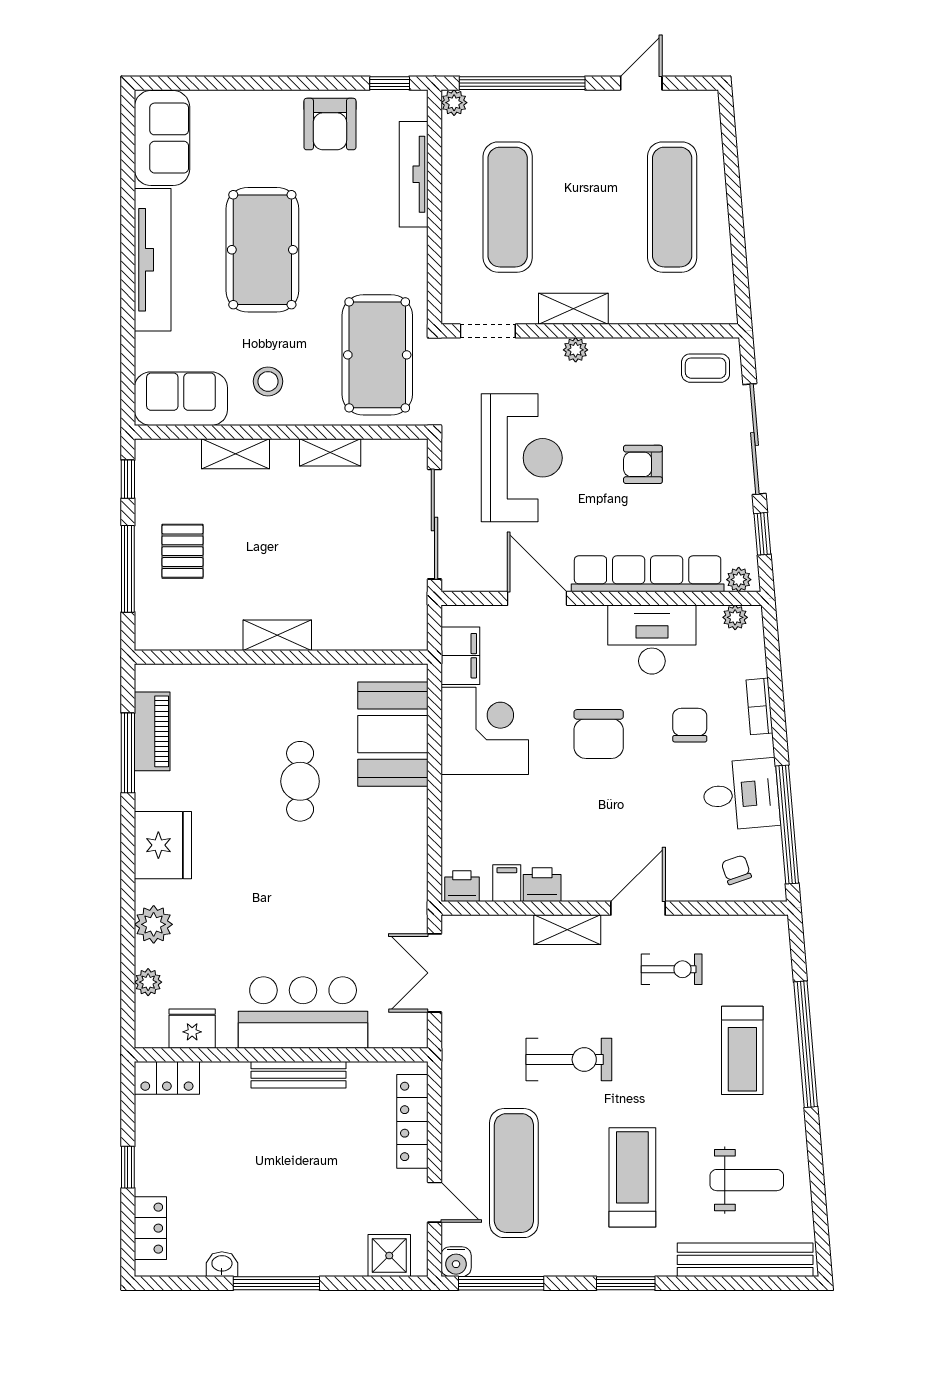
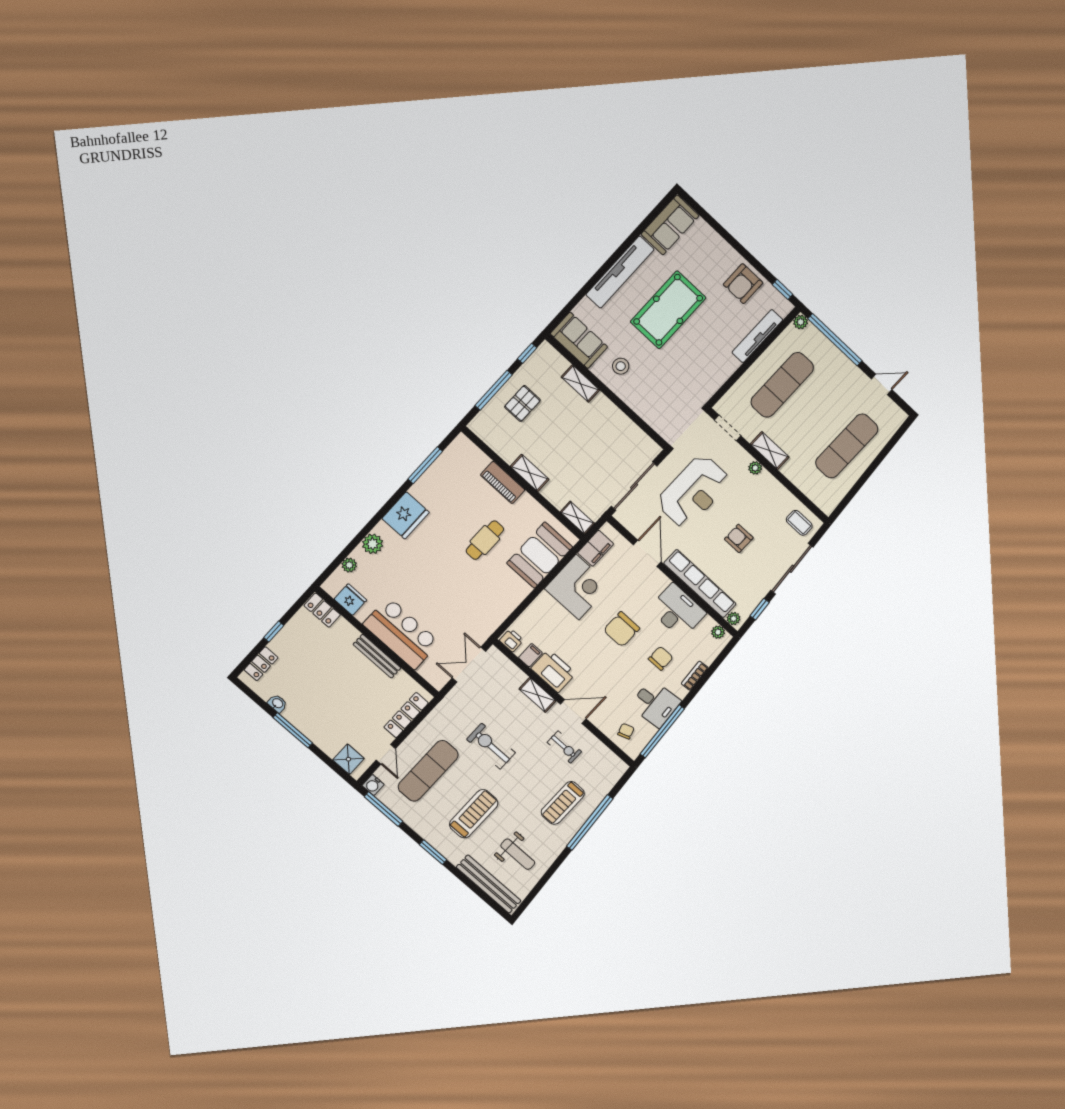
pool table: (377, 355) -> (675, 396), removed
shelving: (330, 452) -> (577, 518), moved
piano: (152, 731) -> (503, 482), moved, turned 90
printer: (542, 885) -> (553, 671), width x1.87, depth x1.48
exercise bike: (569, 1060) -> (491, 746), turned 180

